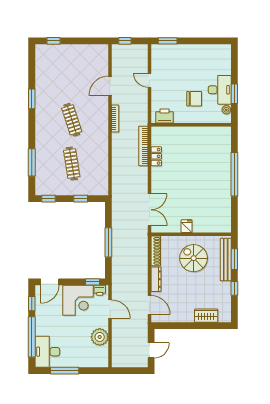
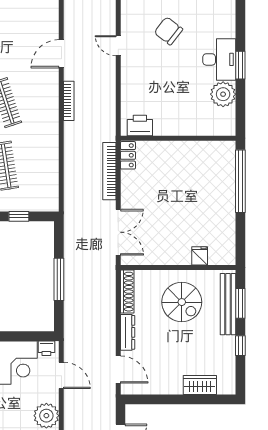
chair: (194, 99) -> (168, 31), moved, turned -142
plant: (226, 110) -> (223, 94), width x1.88, depth x1.88
printer: (164, 116) -> (140, 125), moved
wall: (191, 125) -> (178, 138), moved
bookcase: (143, 146) -> (109, 171), moved
fridge: (187, 226) -> (200, 256), moved
spiral stairs: (194, 258) -> (182, 302), turned 180
window: (93, 282) -> (36, 336), removed

